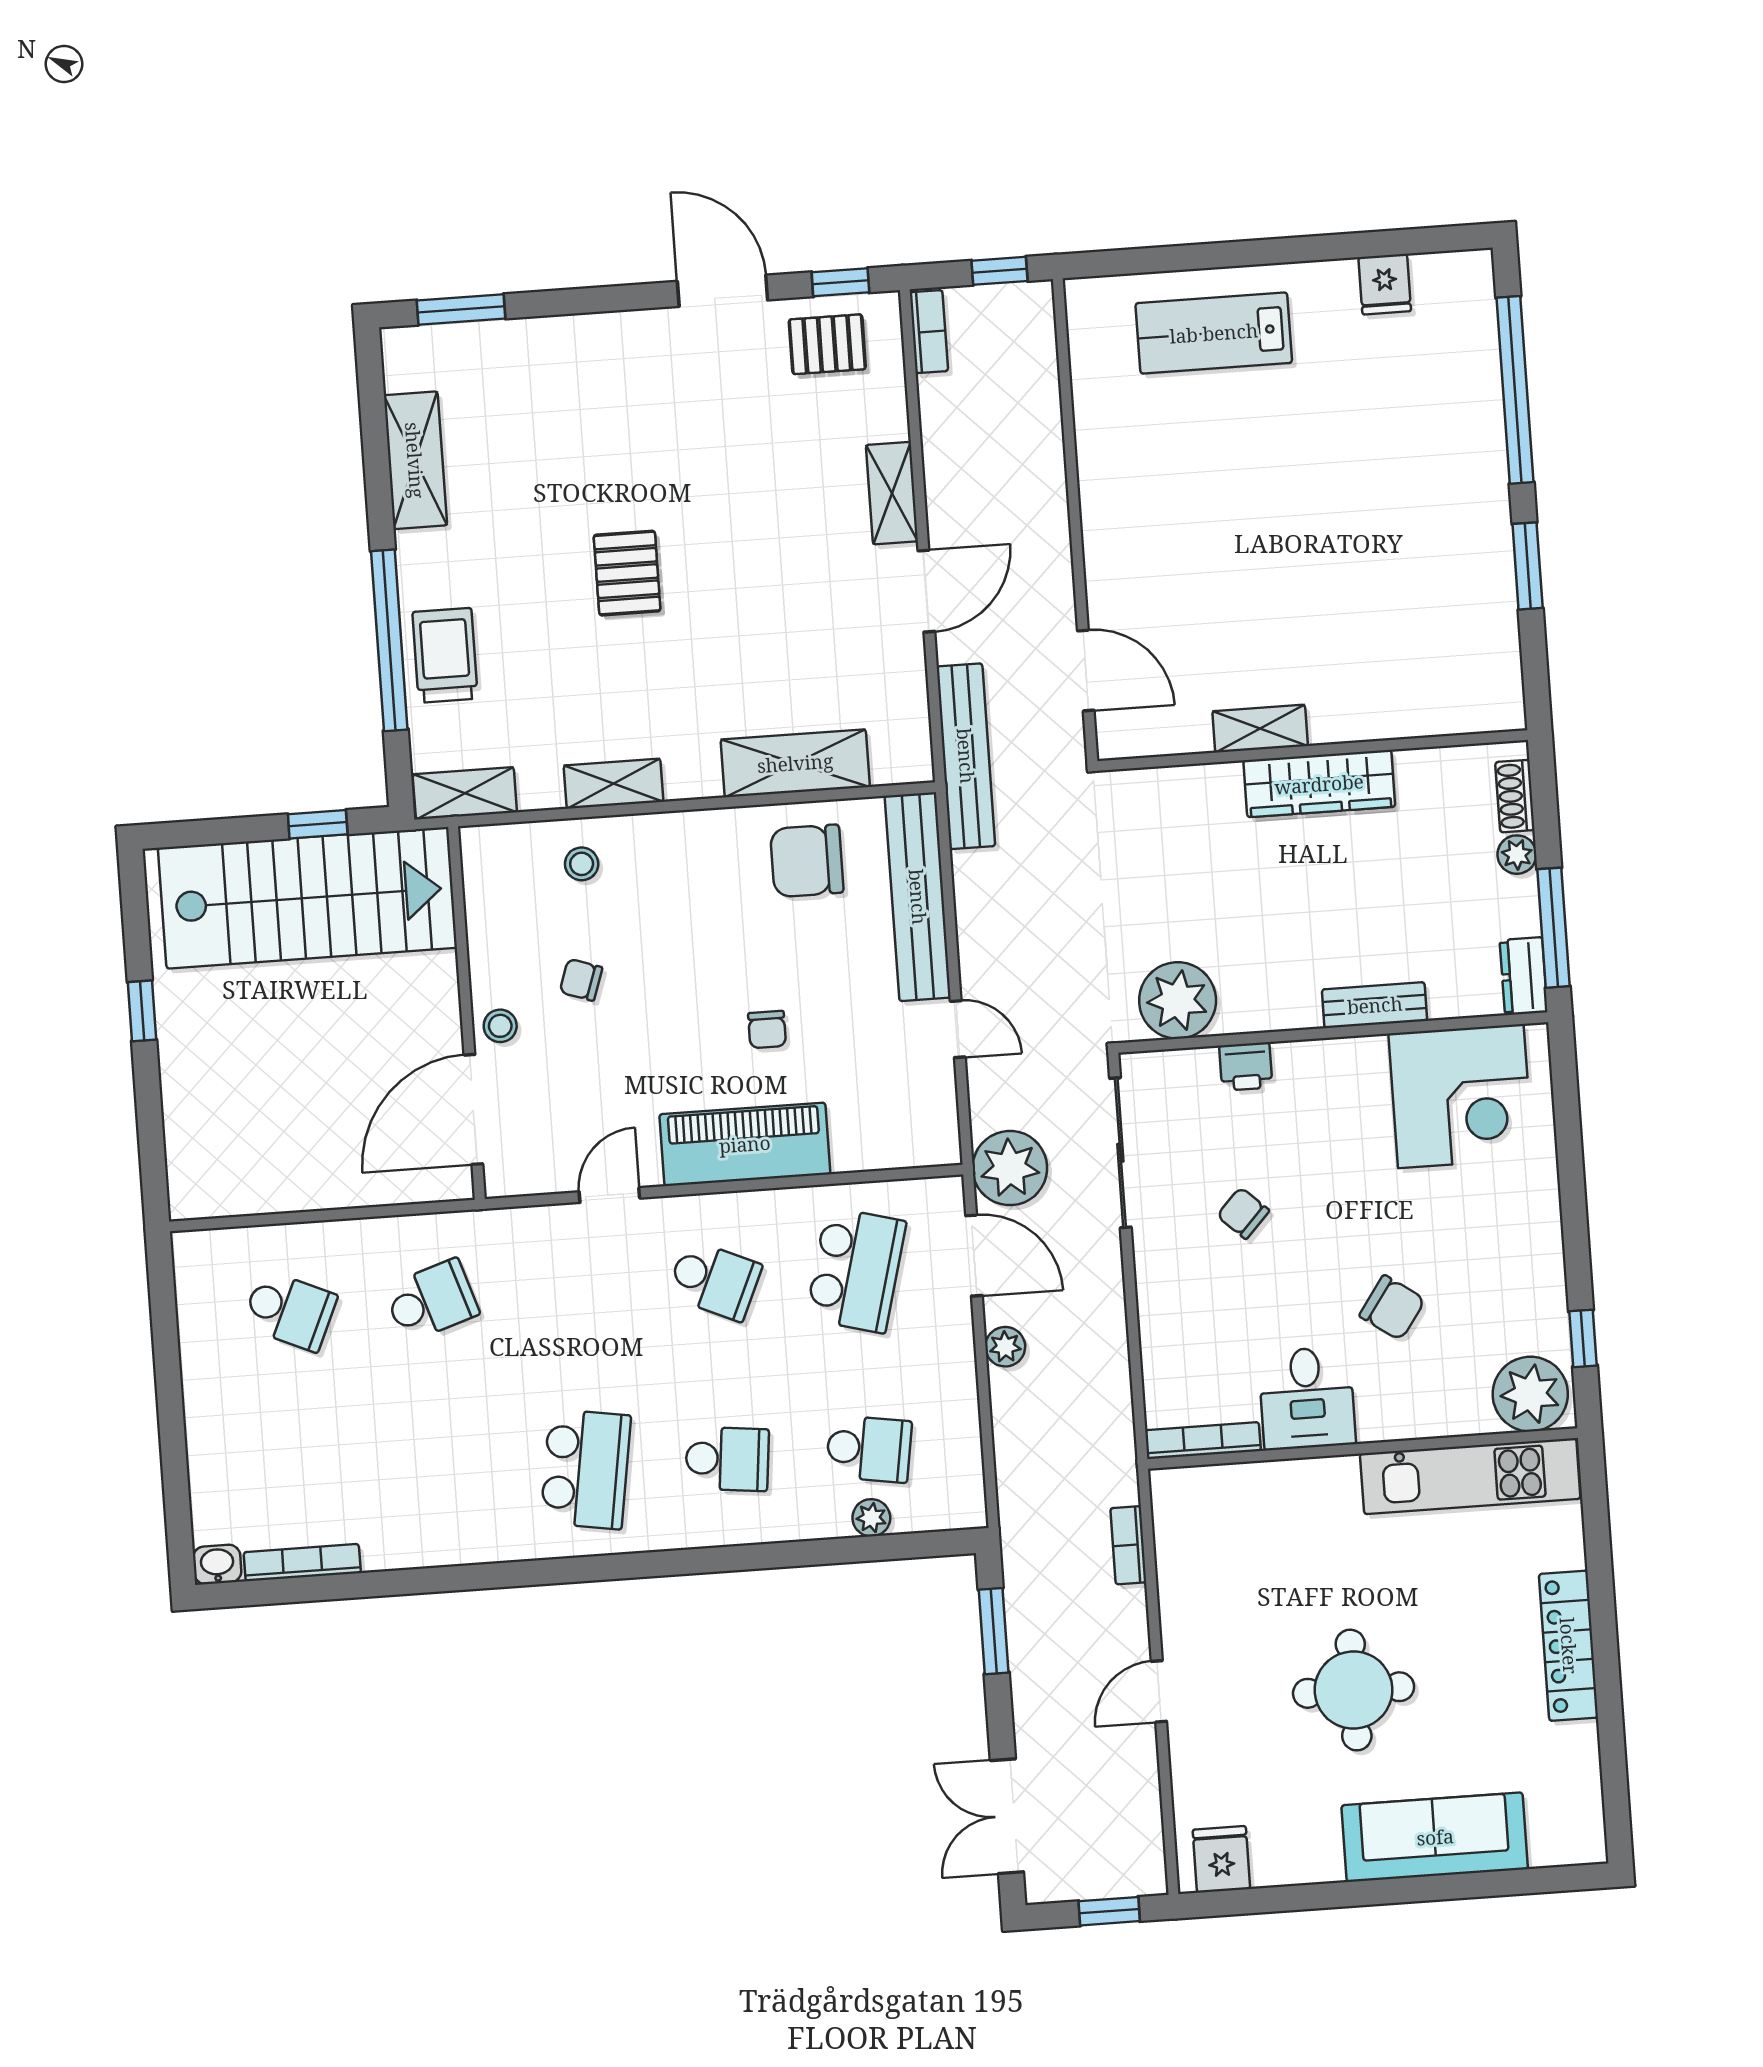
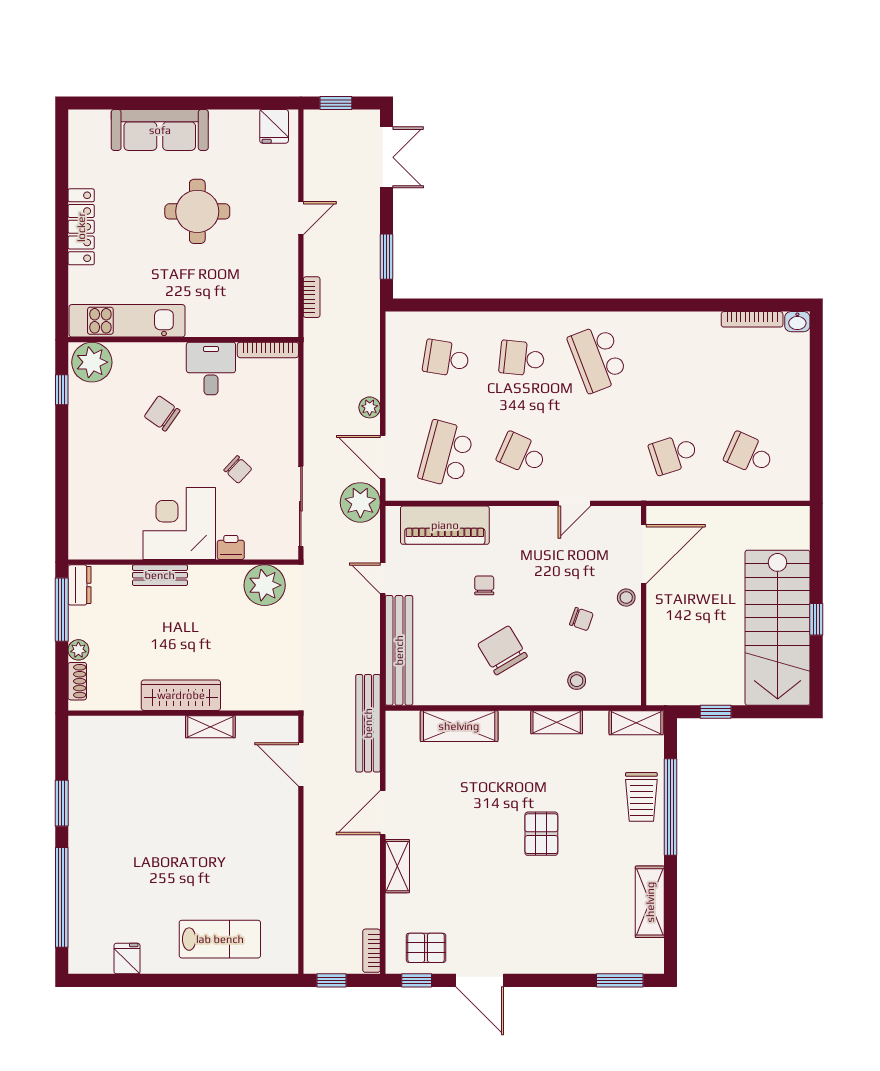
chair: (807, 861) -> (503, 650), moved, turned -121
stairs: (307, 898) -> (778, 628), moved, turned -90
corner desk: (1461, 1096) -> (179, 523), moved
piano: (745, 1144) -> (445, 525), moved
school desk: (586, 1469) -> (598, 358), turned -30
plant: (871, 1518) -> (447, 322), removed

